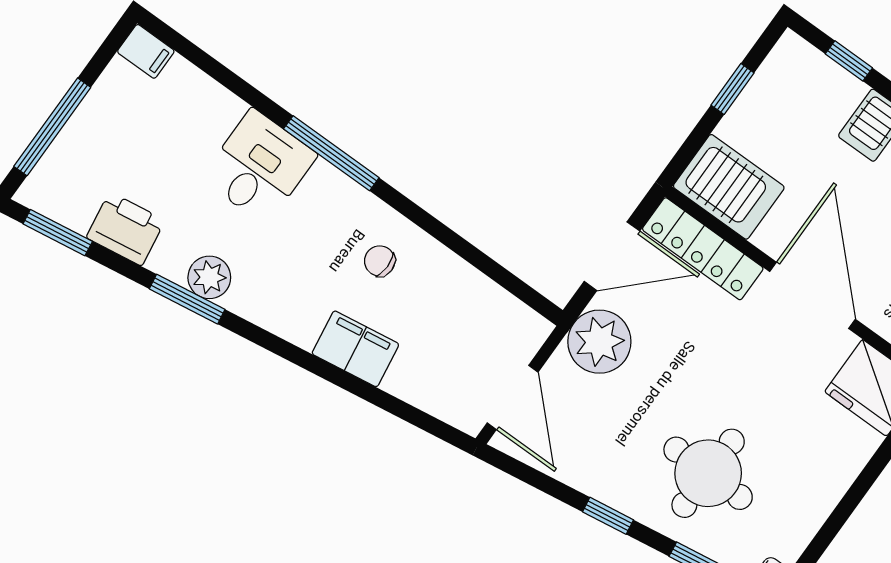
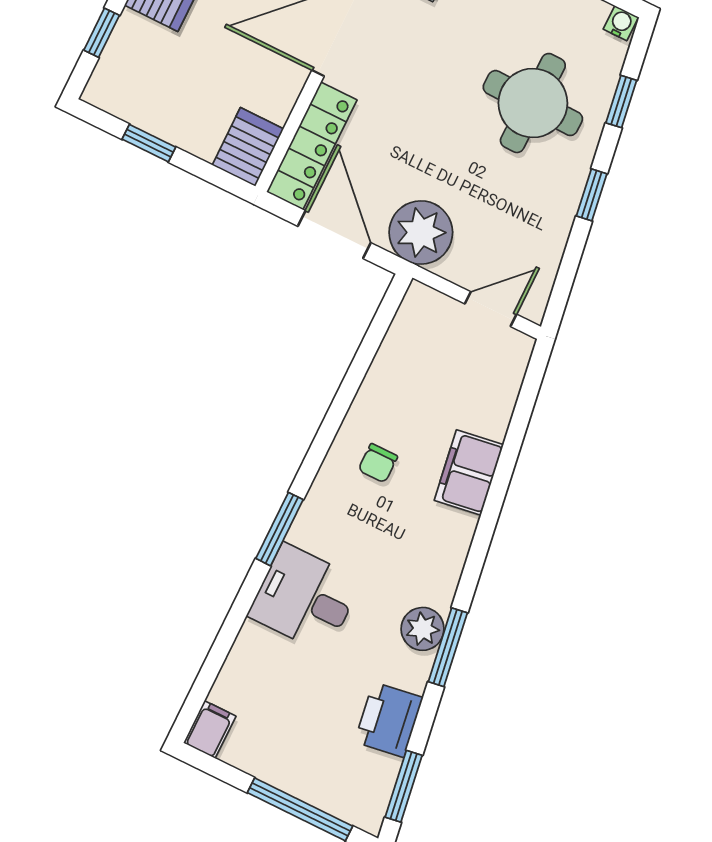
window: (331, 153) -> (279, 529), width x0.69
server rack: (729, 187) -> (248, 147), width x0.73, depth x0.70
door: (513, 398) -> (491, 309), width x0.73

